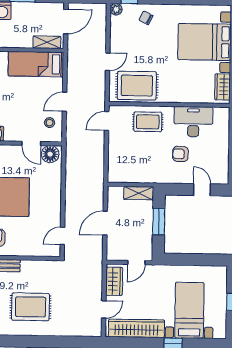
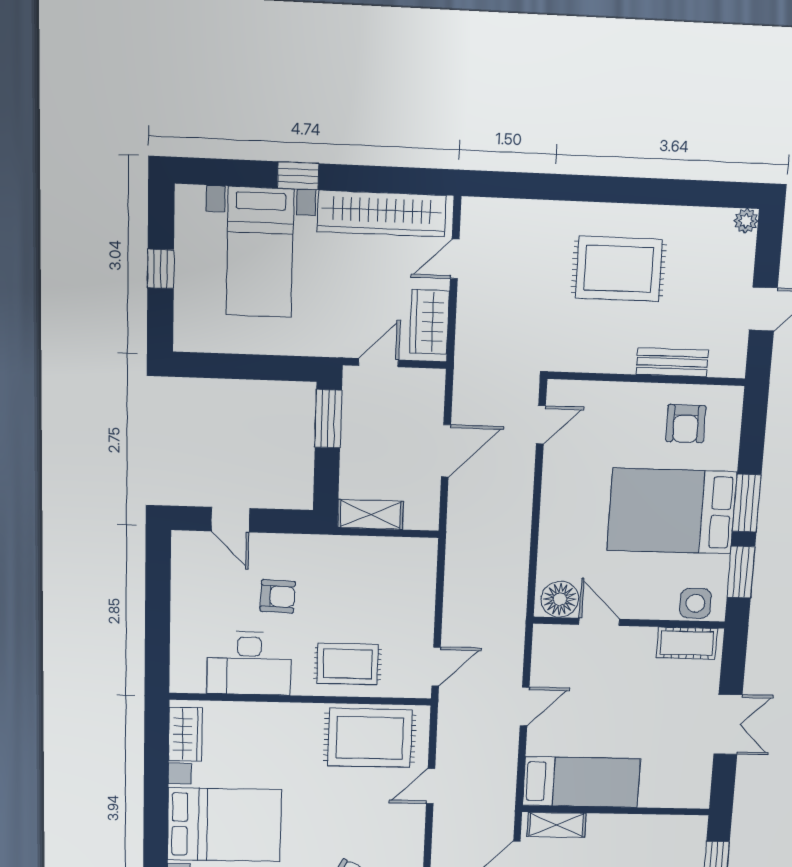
stool: (50, 123) -> (558, 664), removed
window: (159, 222) -> (328, 419), moved

